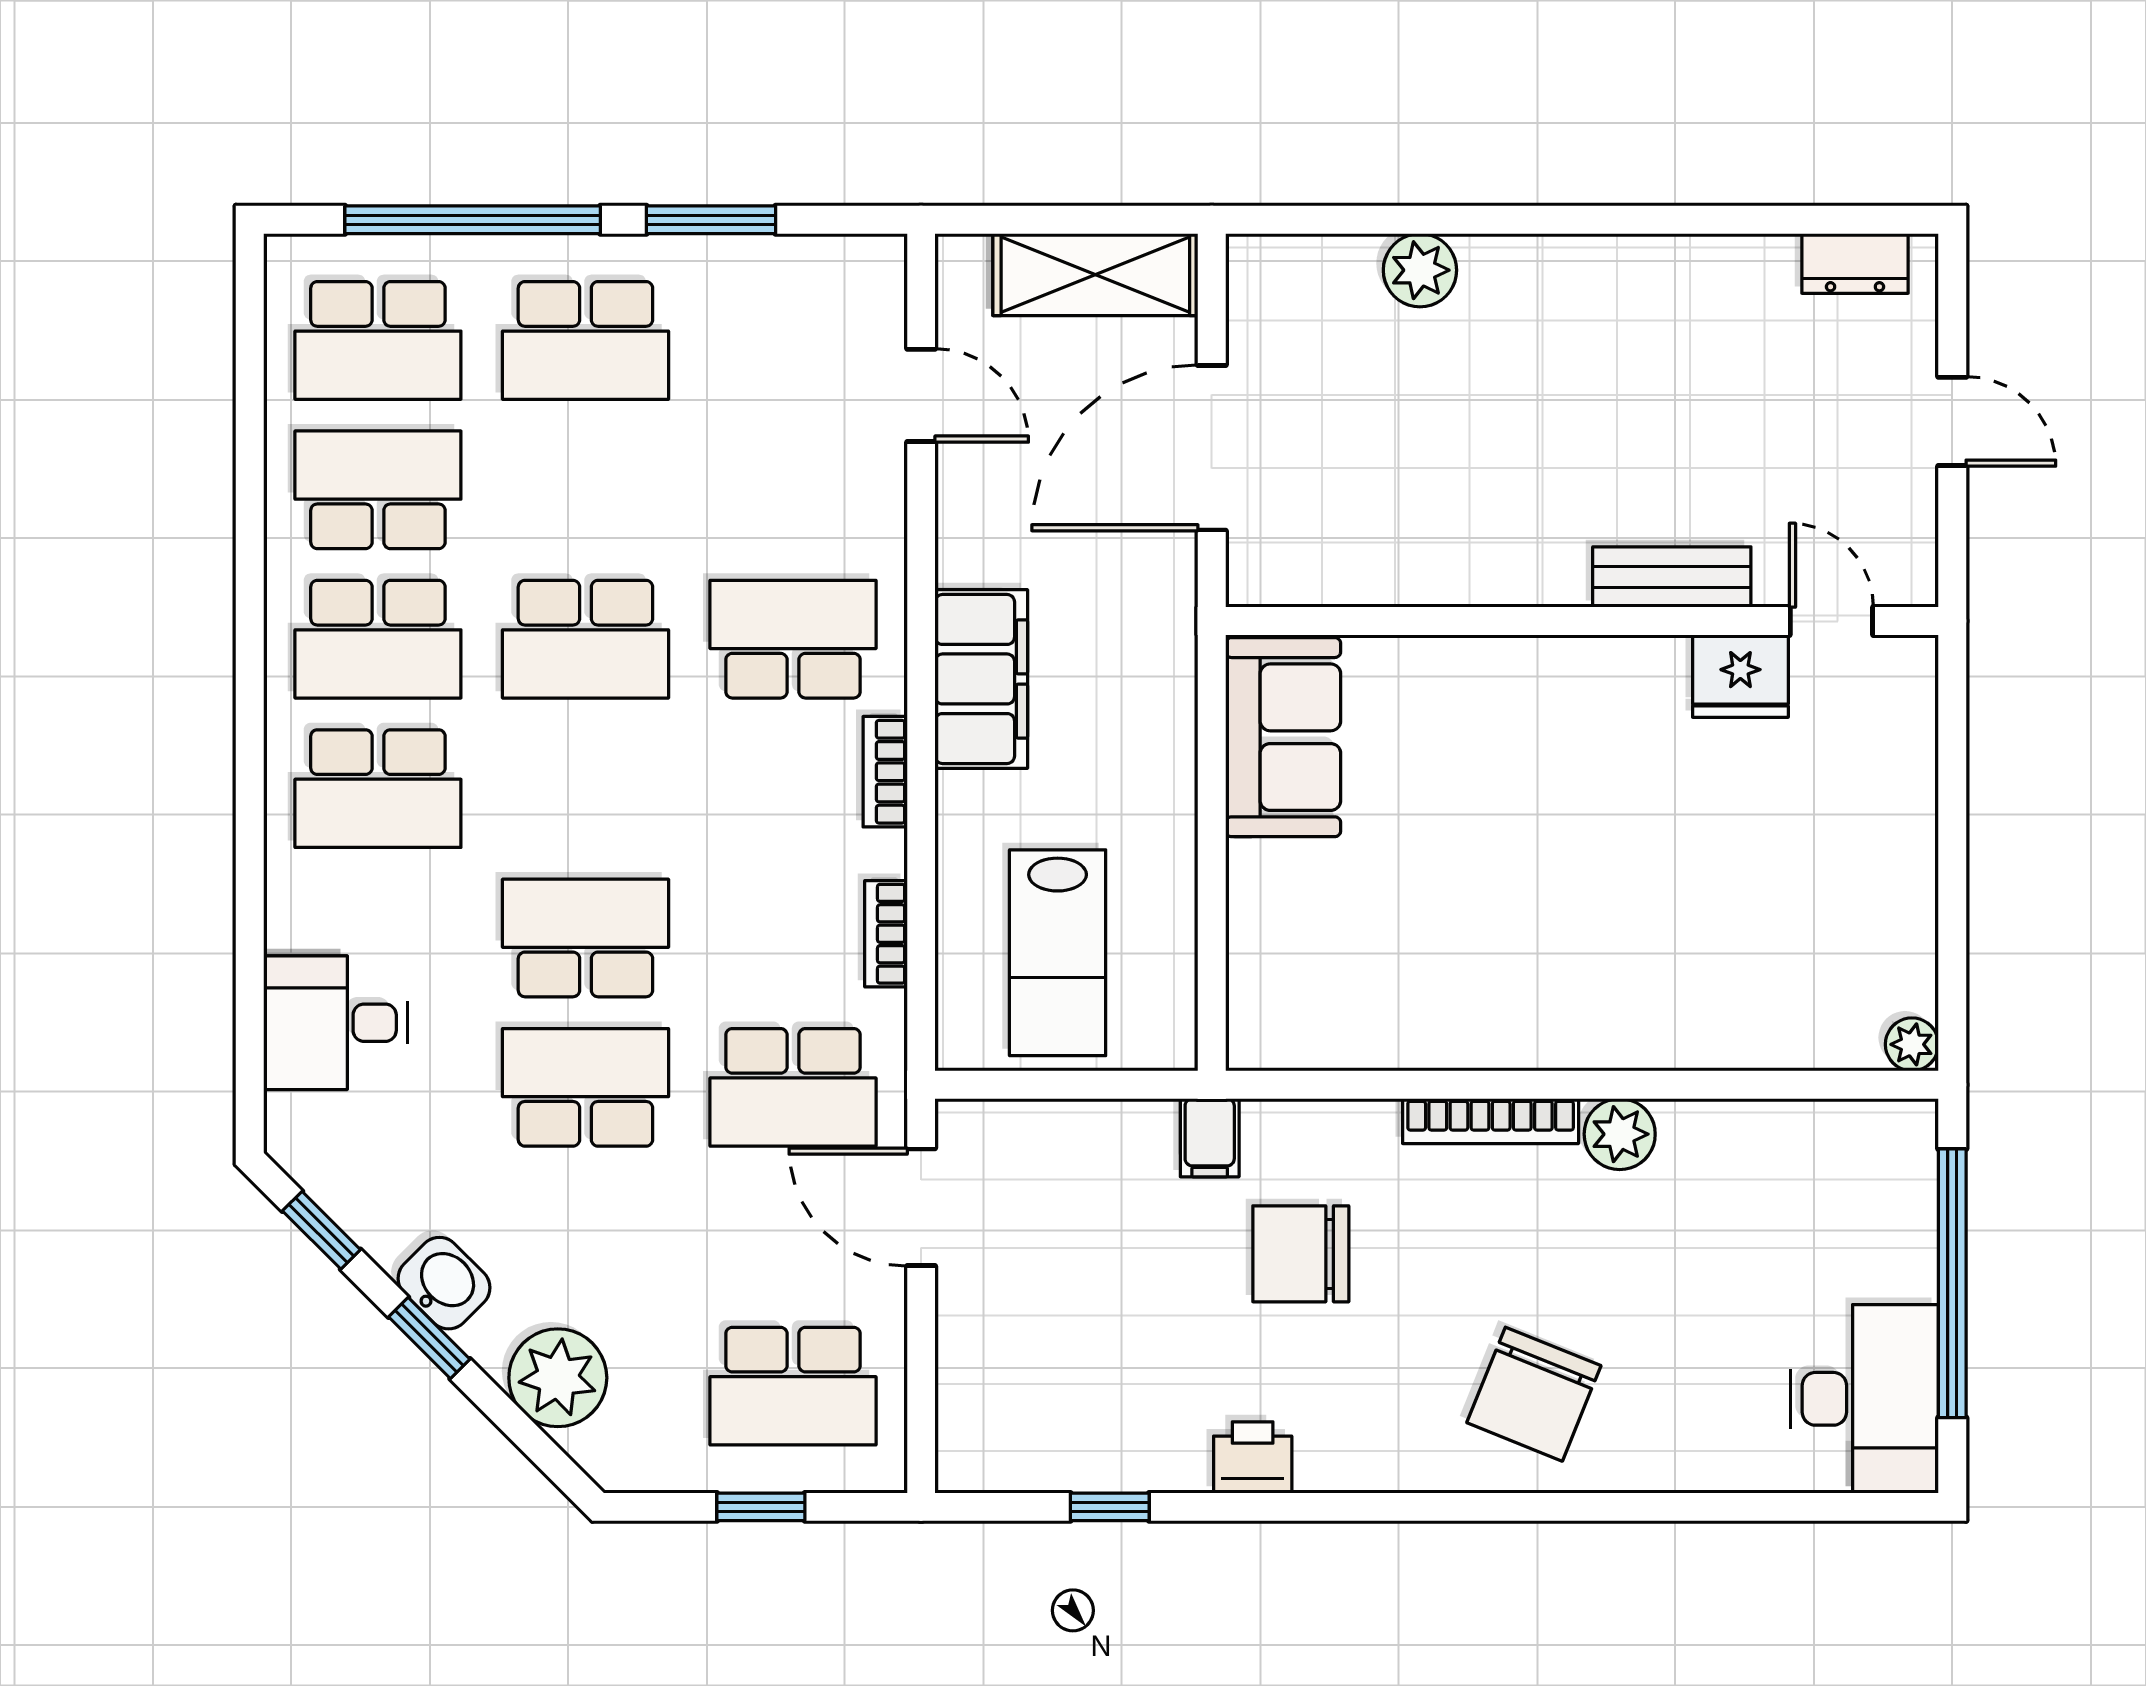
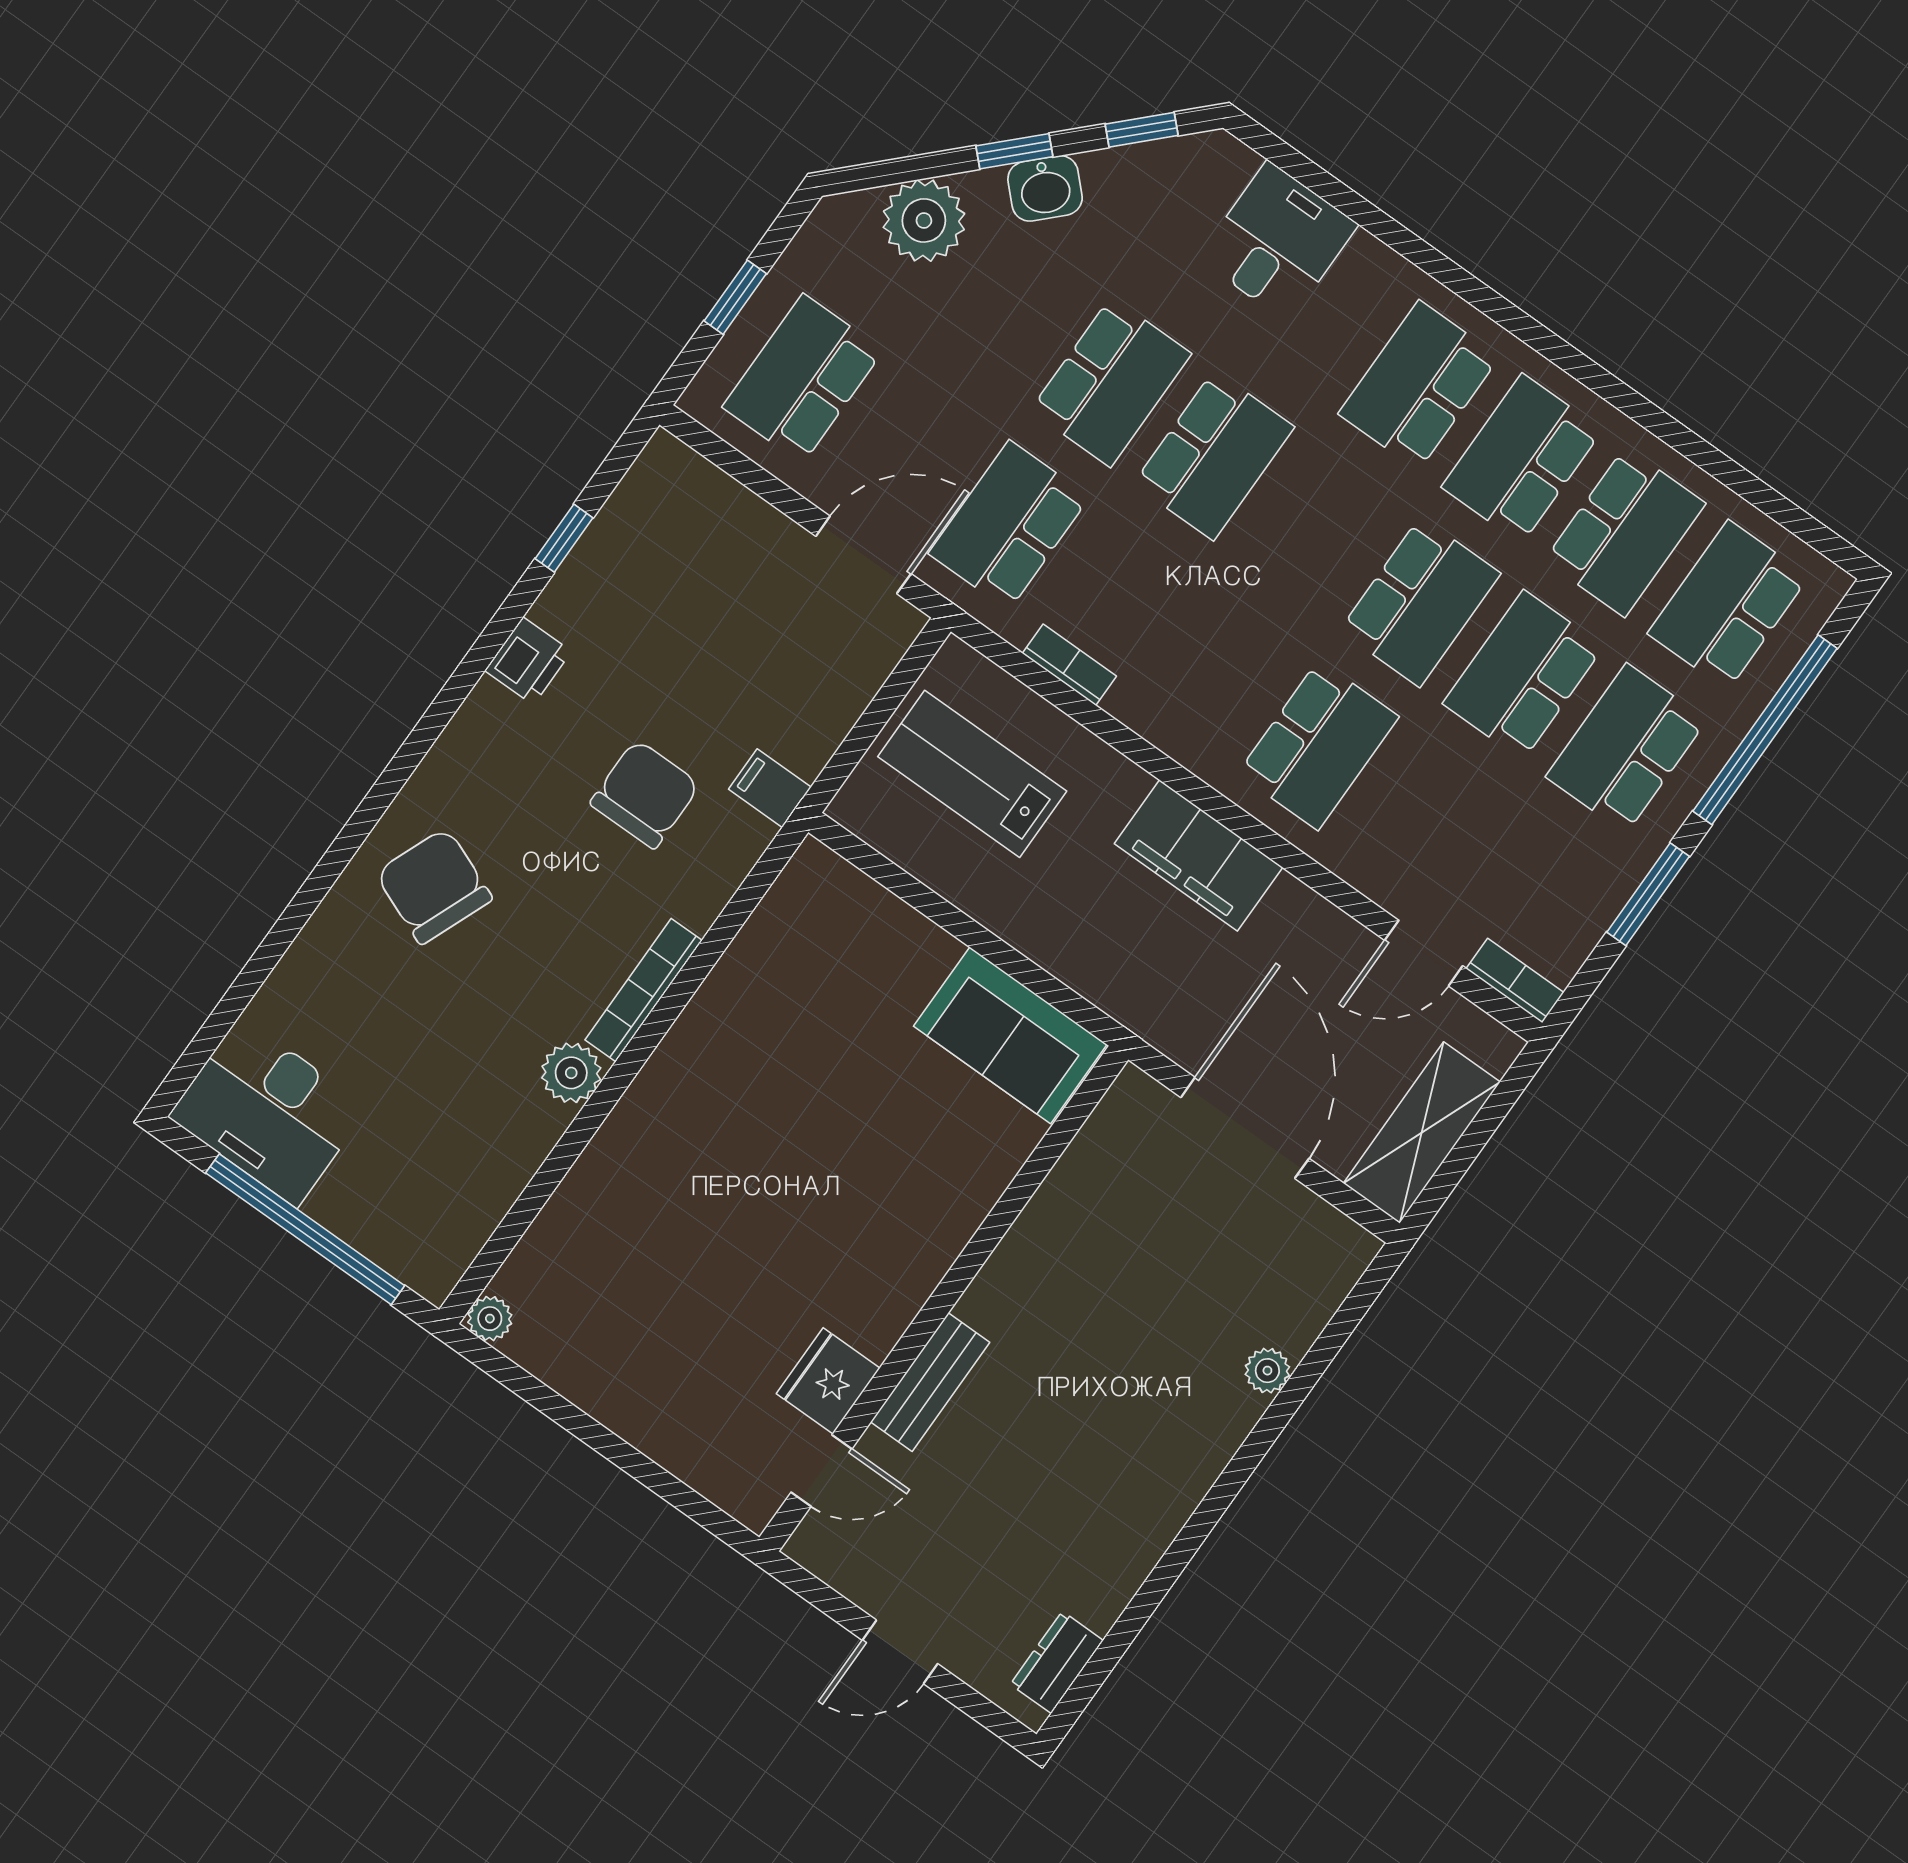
plant: (1420, 270) -> (1267, 1371), width x0.73, depth x0.73
school desk: (585, 490) -> (1523, 675), added
school desk: (585, 639) -> (1420, 602), turned 180
bookcase: (885, 772) -> (1515, 981), moved

